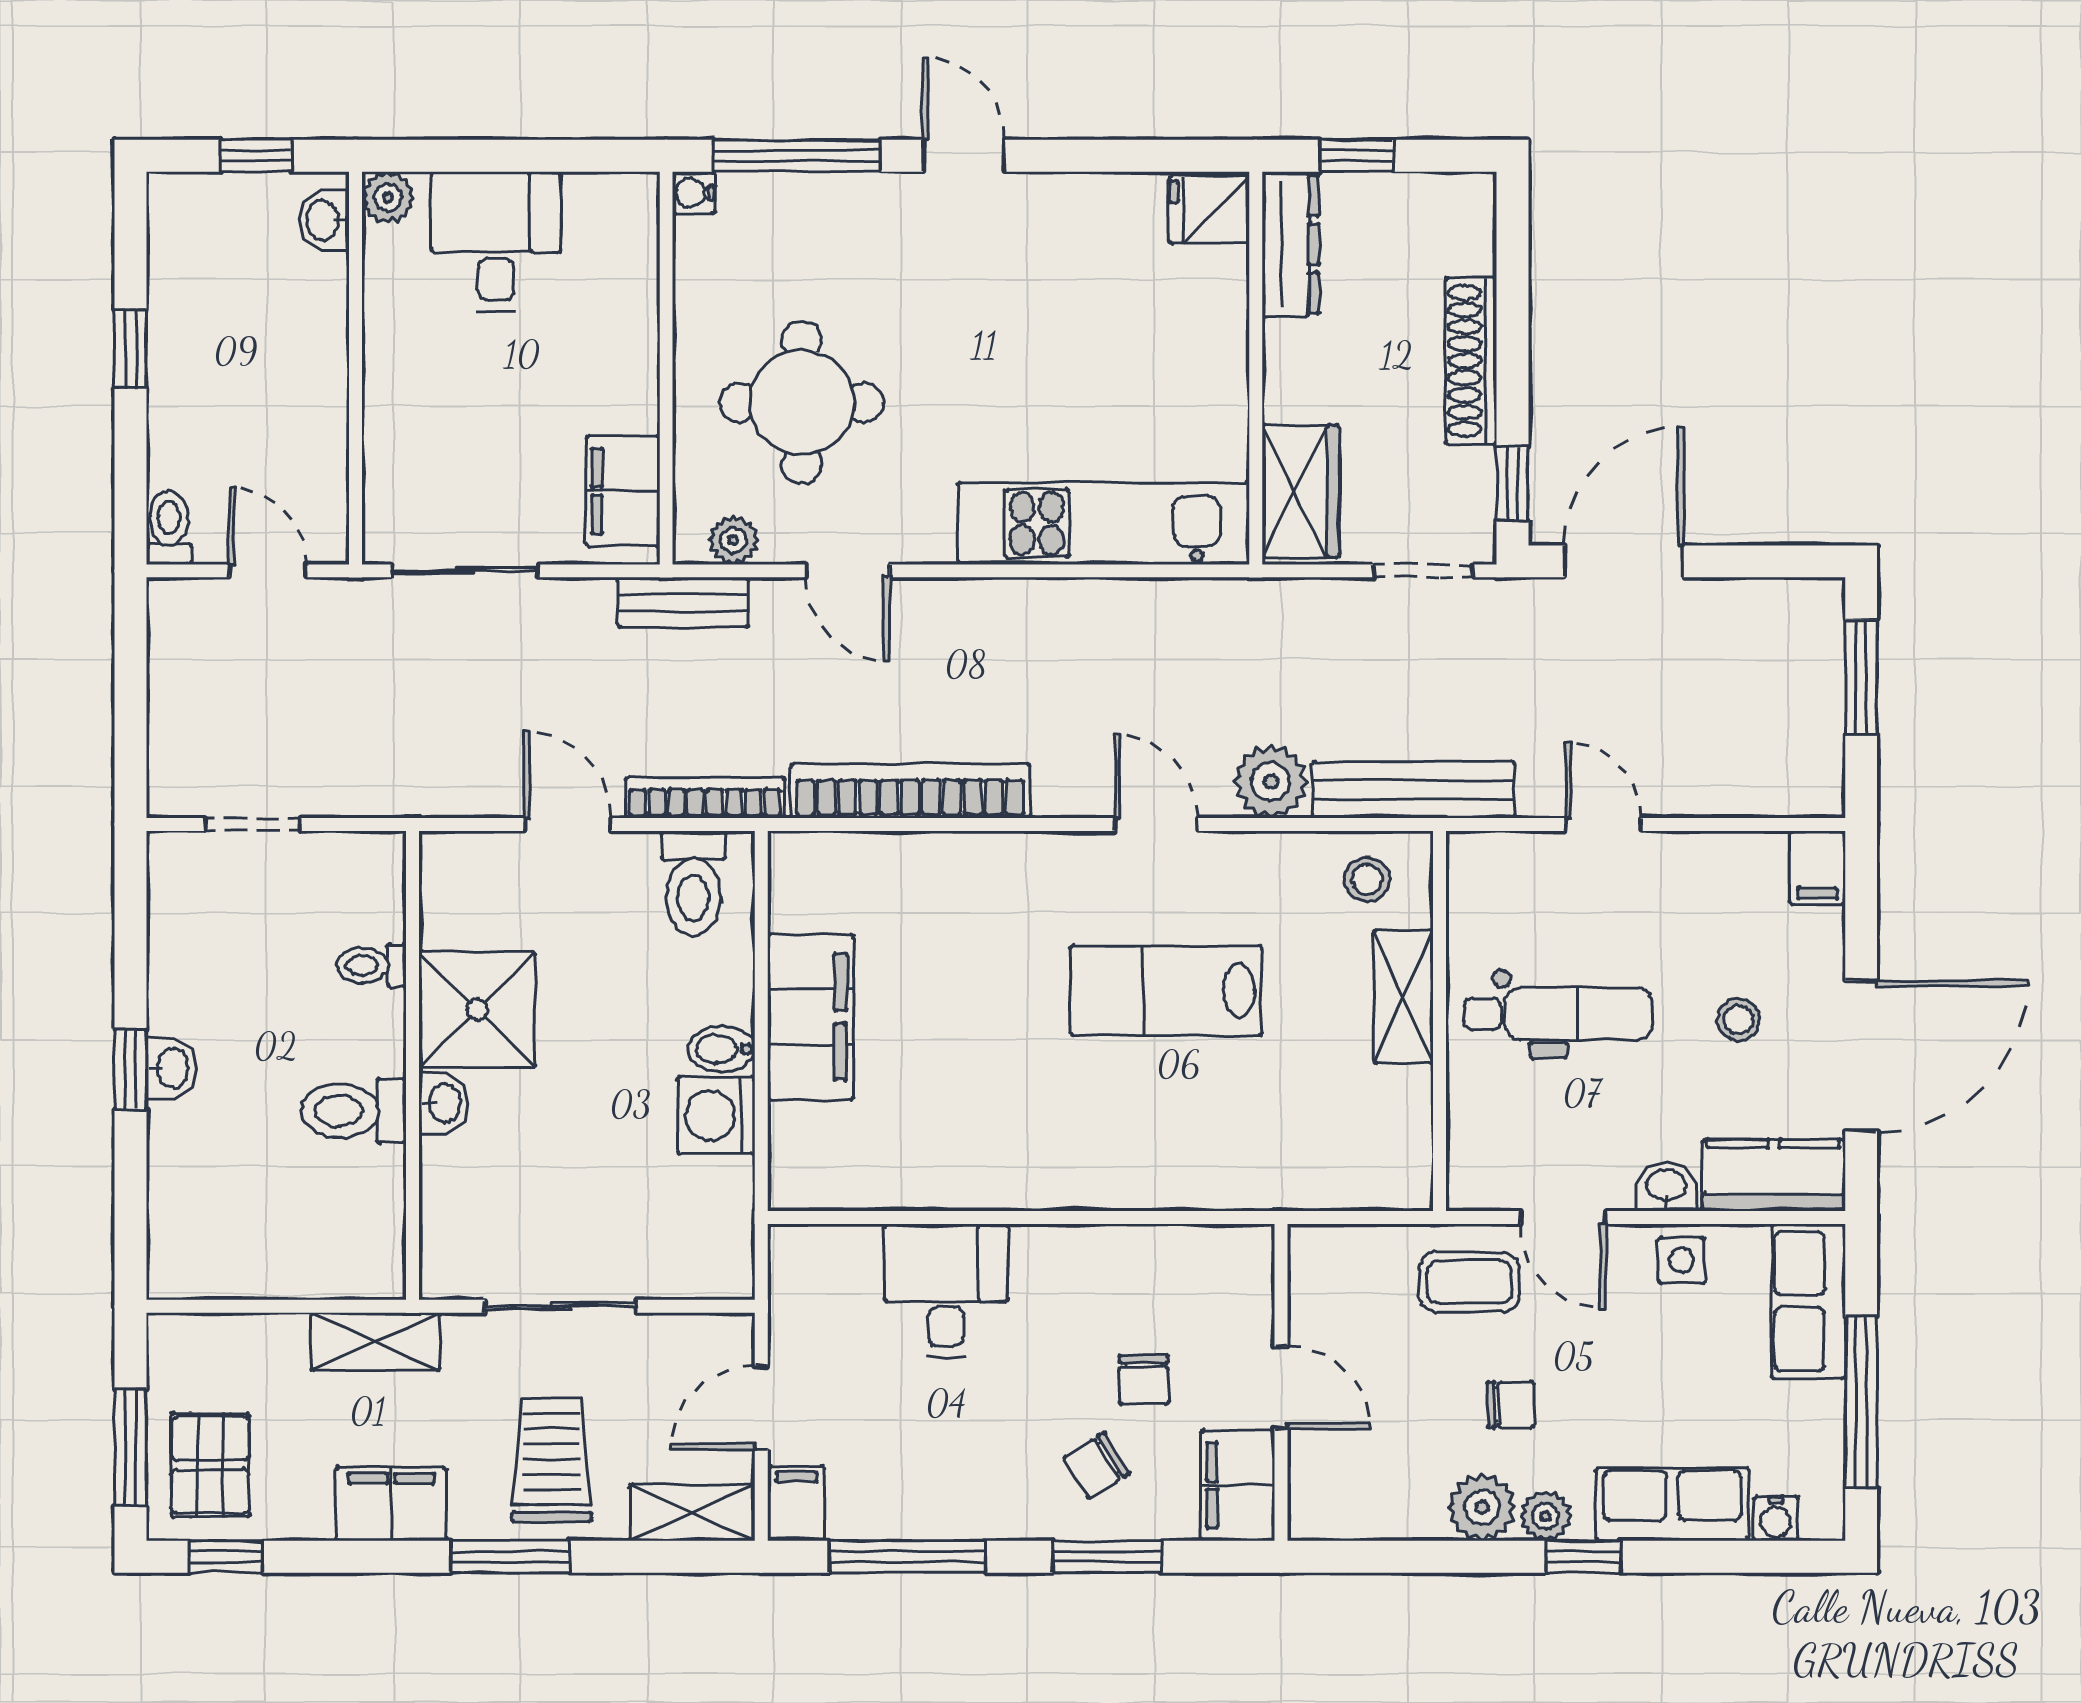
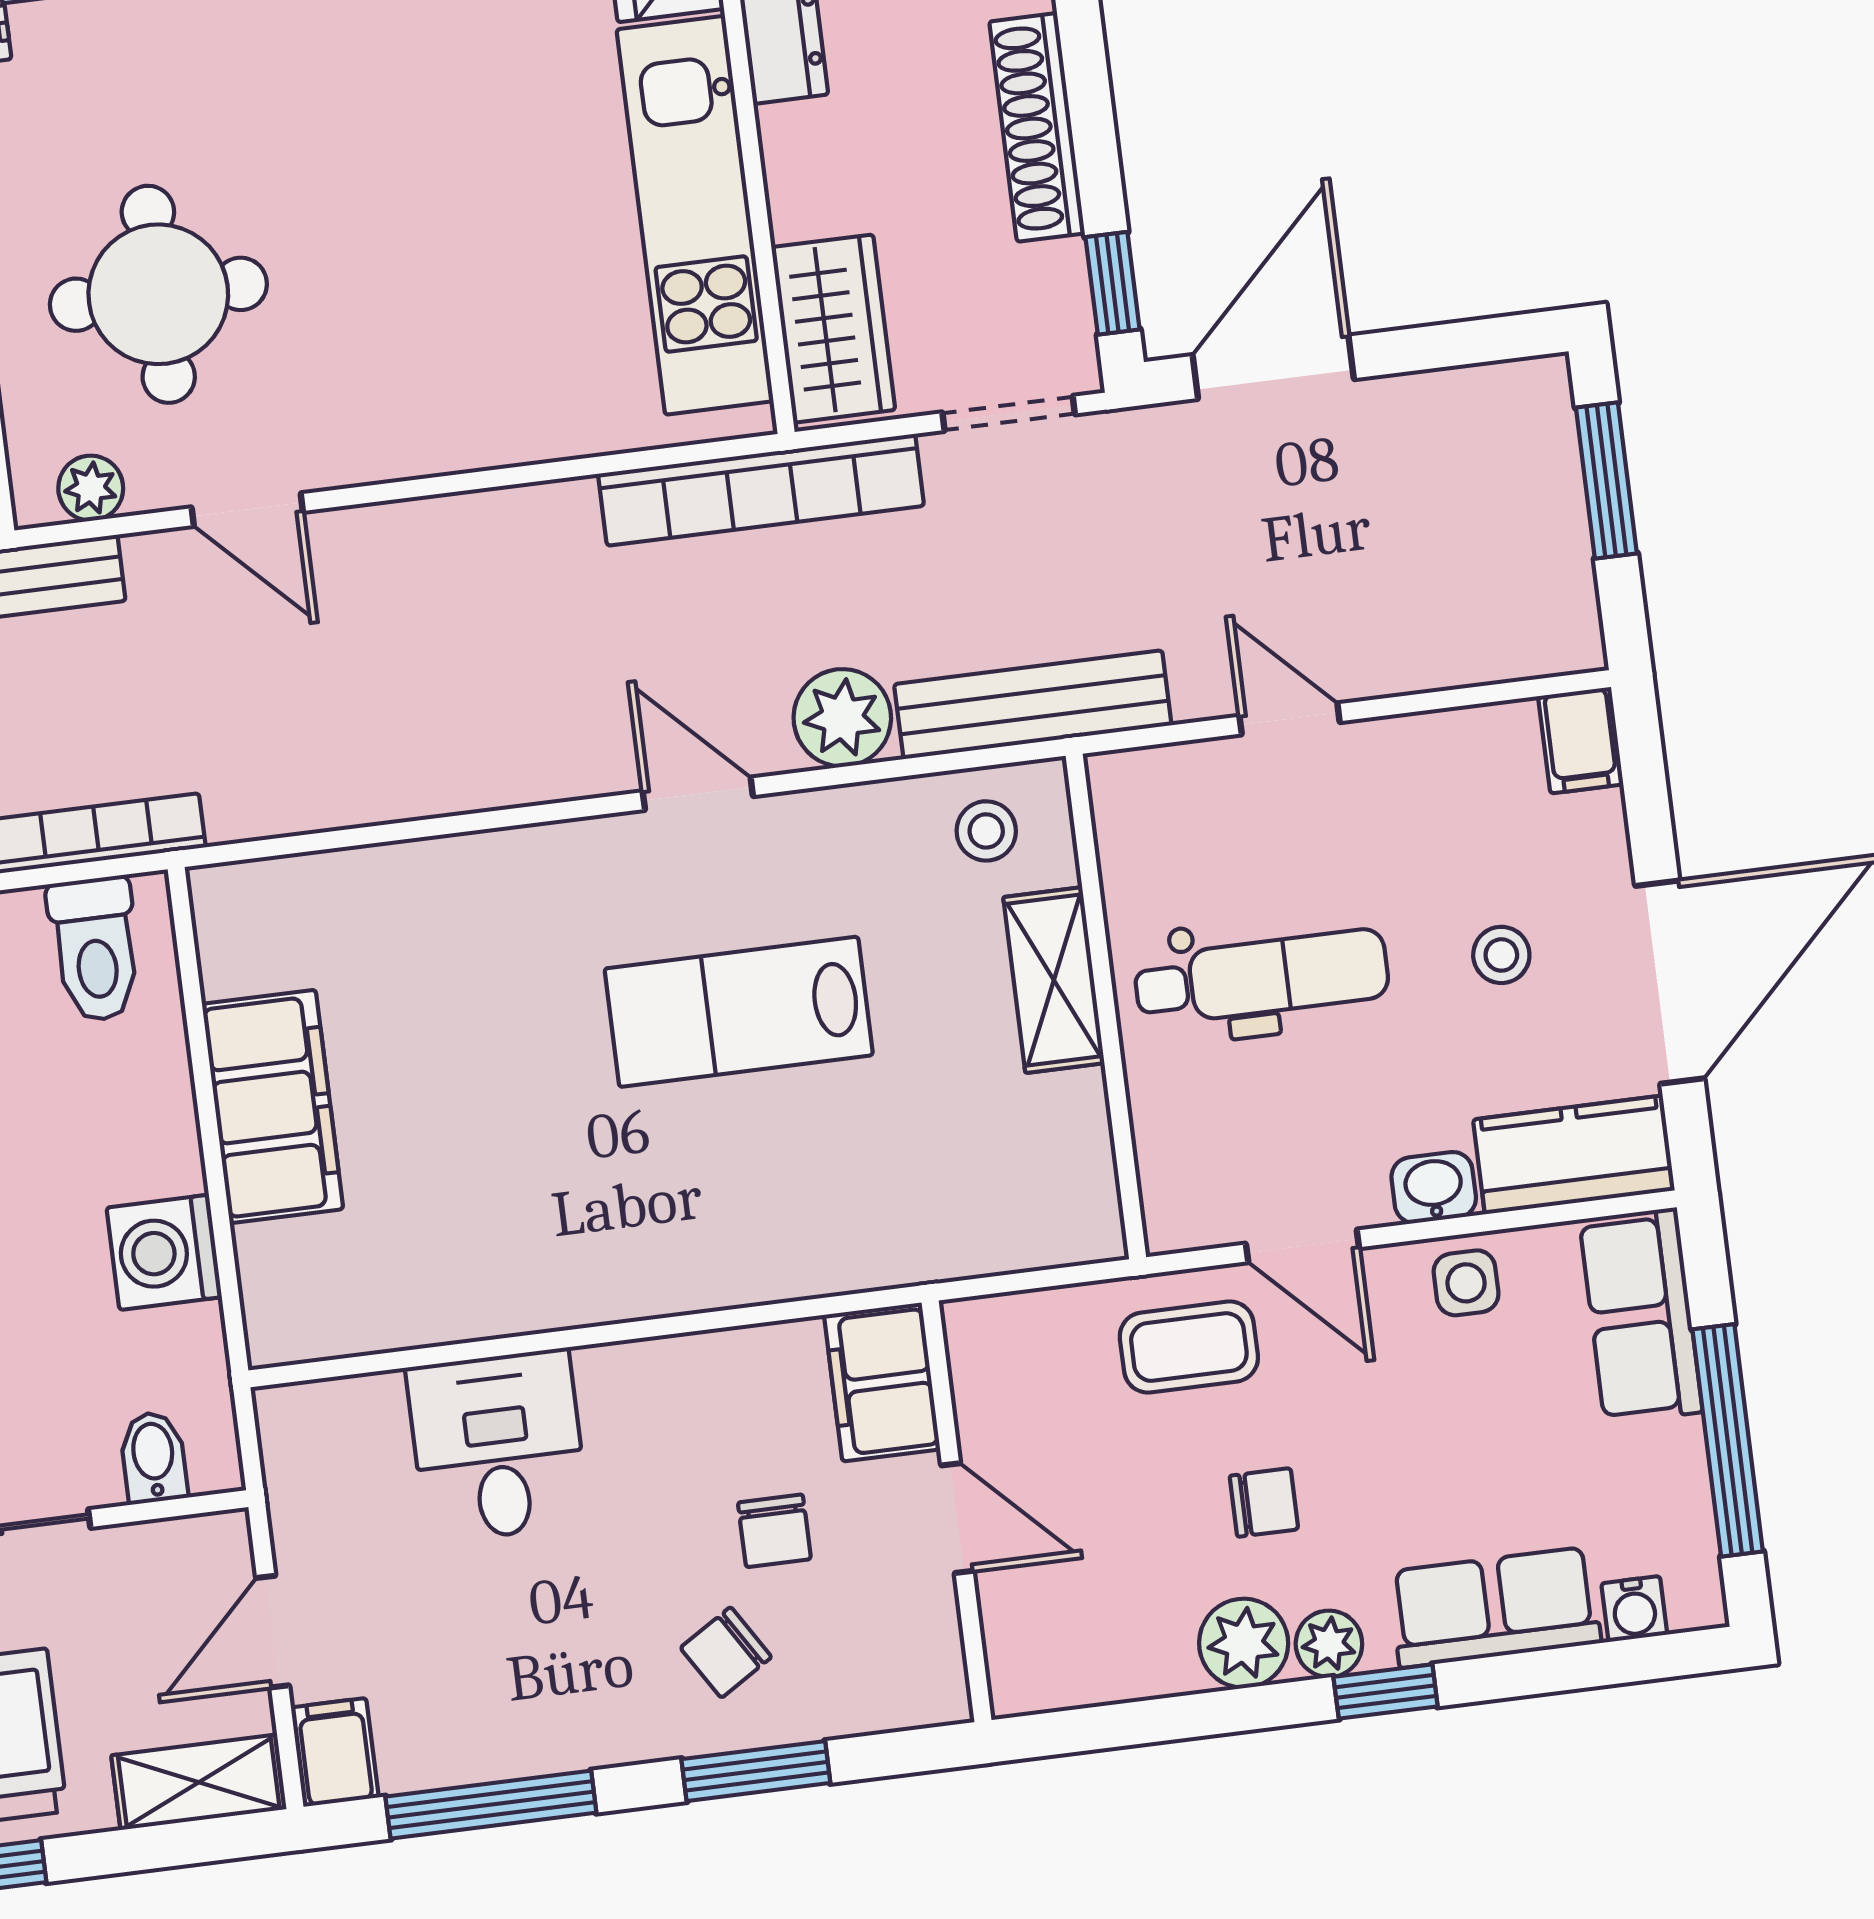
kitchen unit: (1104, 524) -> (695, 215), moved, turned -90
bookcase: (910, 791) -> (761, 490), moved, turned 180
bidet: (722, 1049) -> (153, 1457), moved, turned 90
filing cabinet: (1238, 1485) -> (882, 1382), moved

